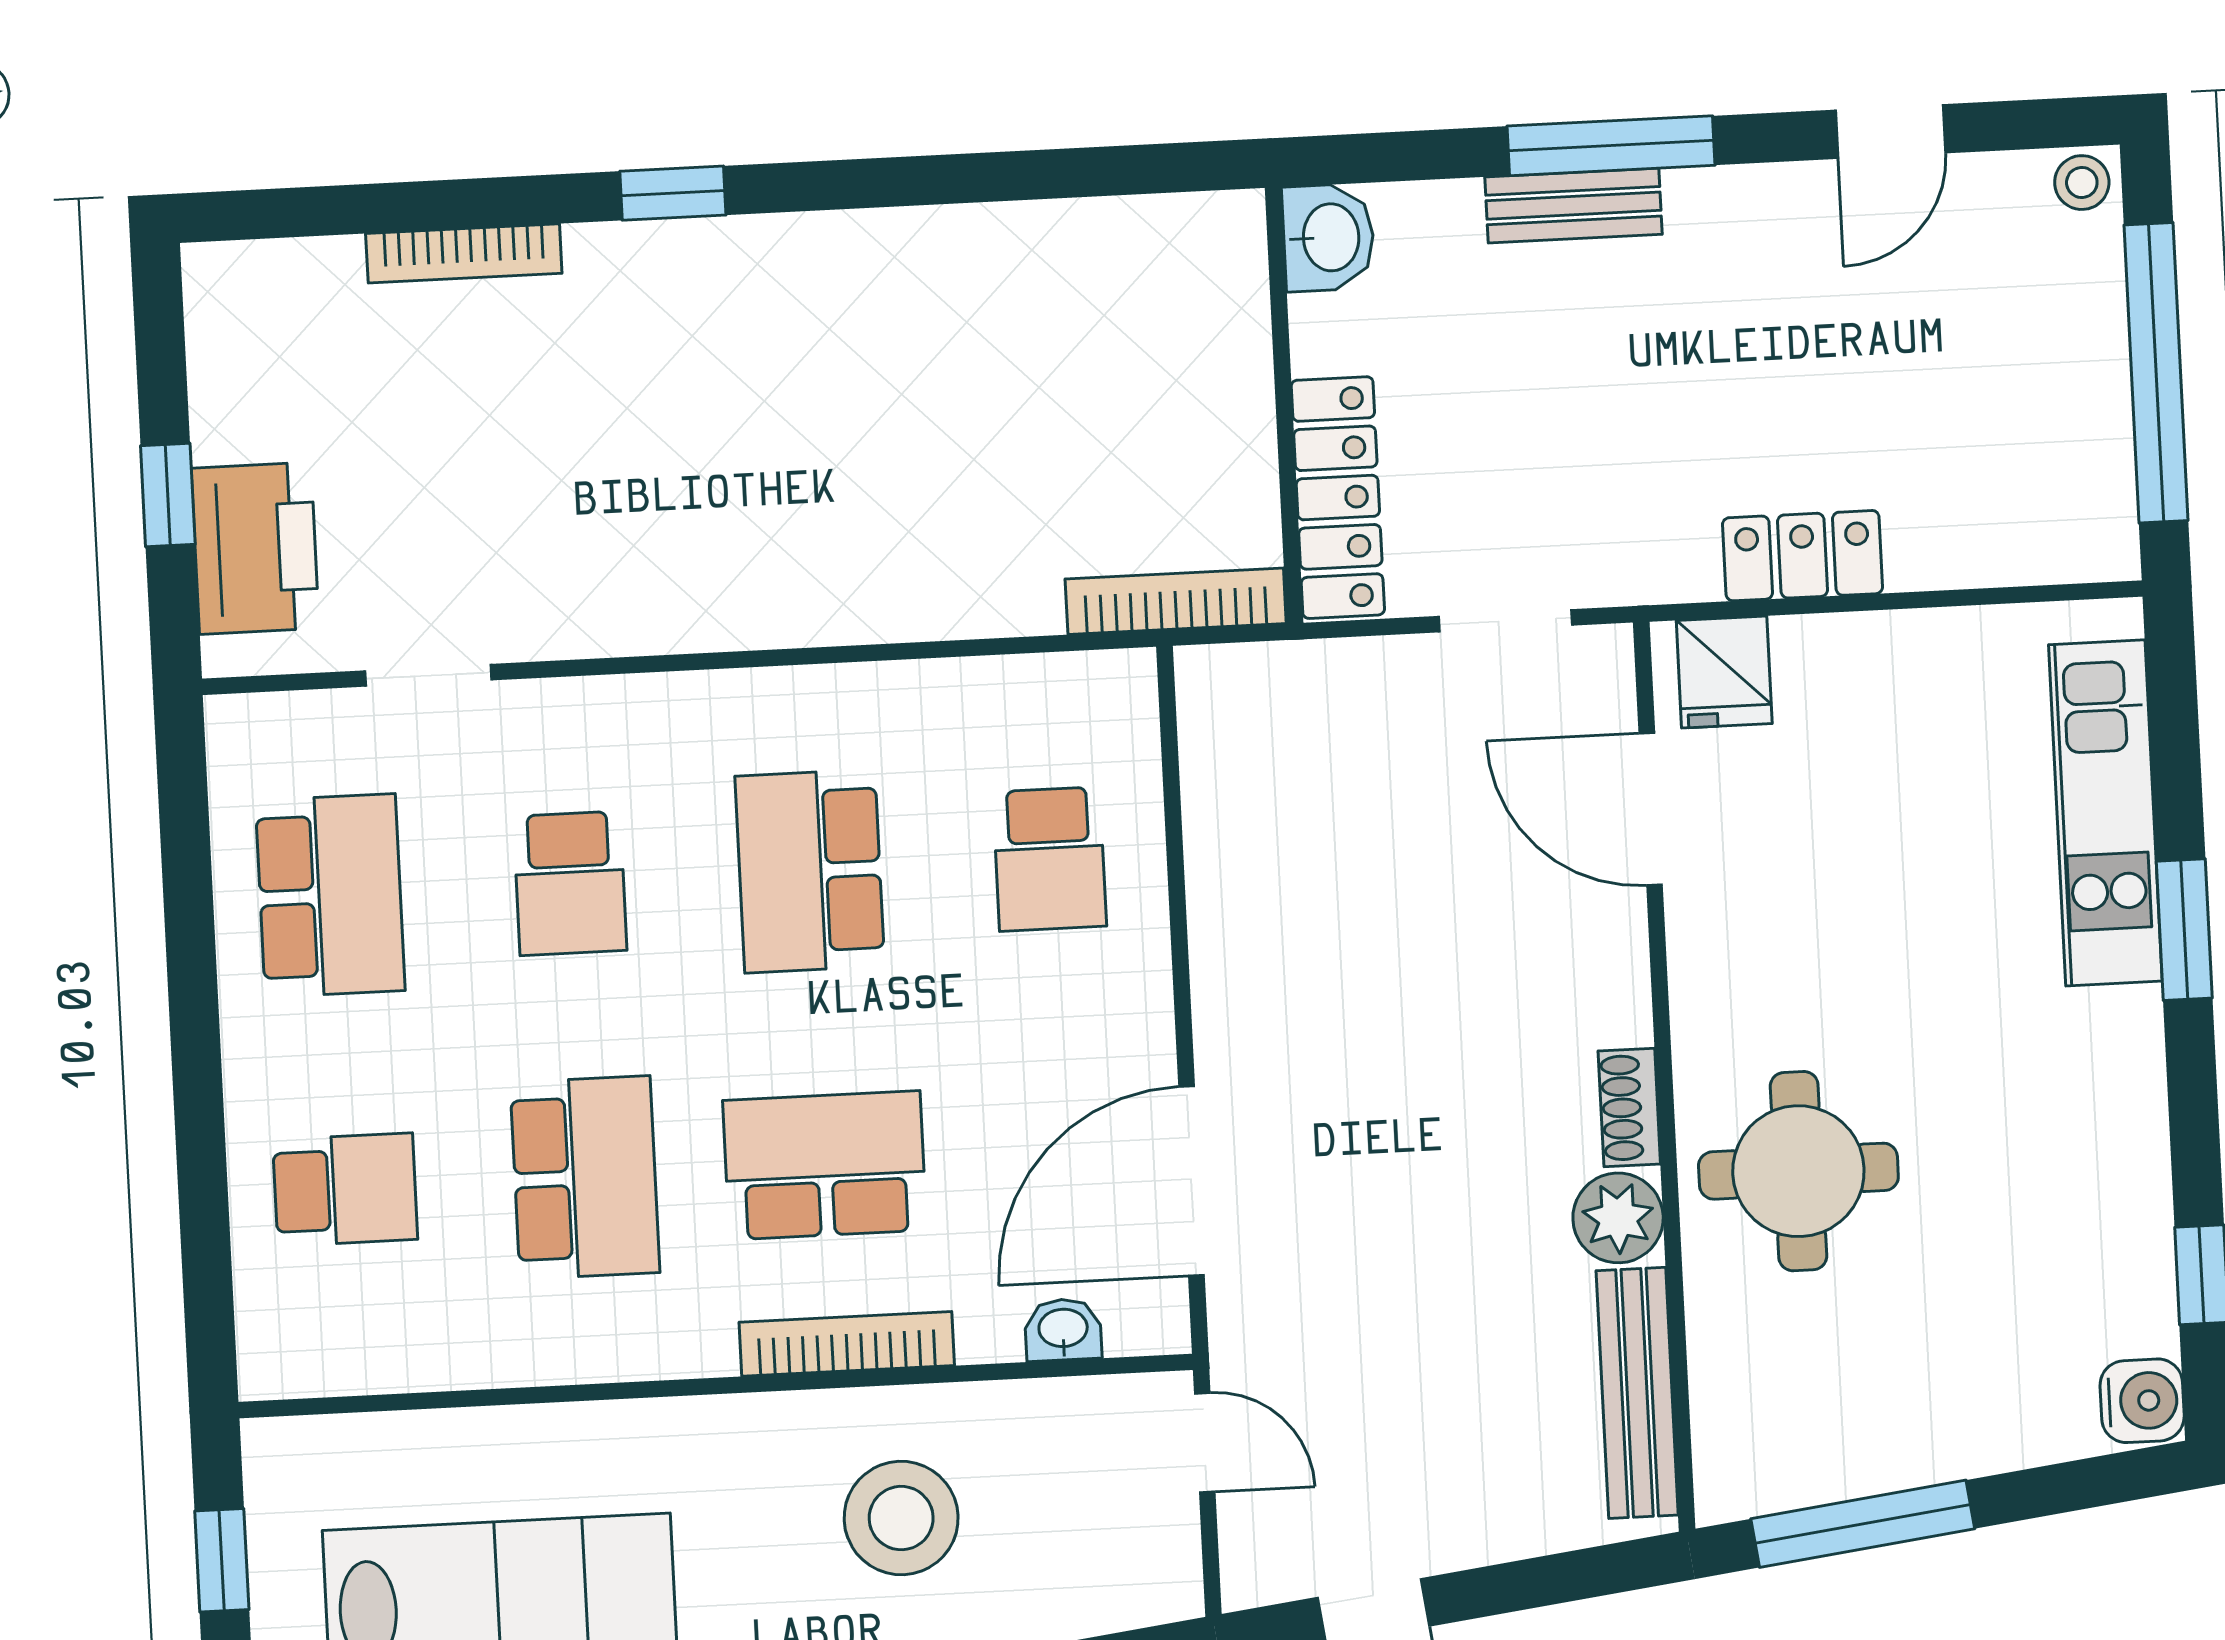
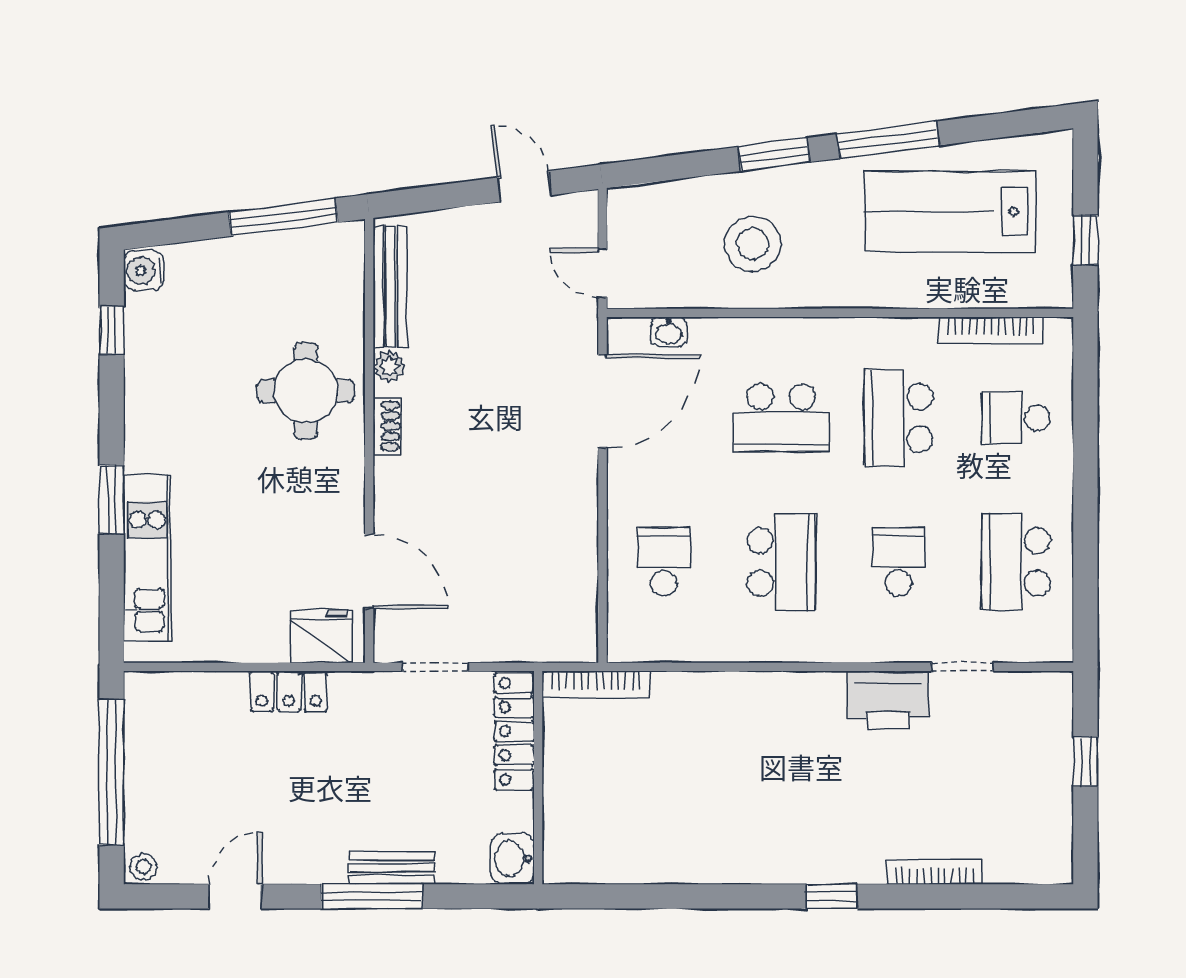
printer: (255, 548) -> (888, 700), moved, turned -90
fridge: (1724, 672) -> (321, 637), width x1.38
plant: (1618, 1218) -> (389, 367), width x0.73, depth x0.73
bookcase: (847, 1344) -> (991, 330), moved

